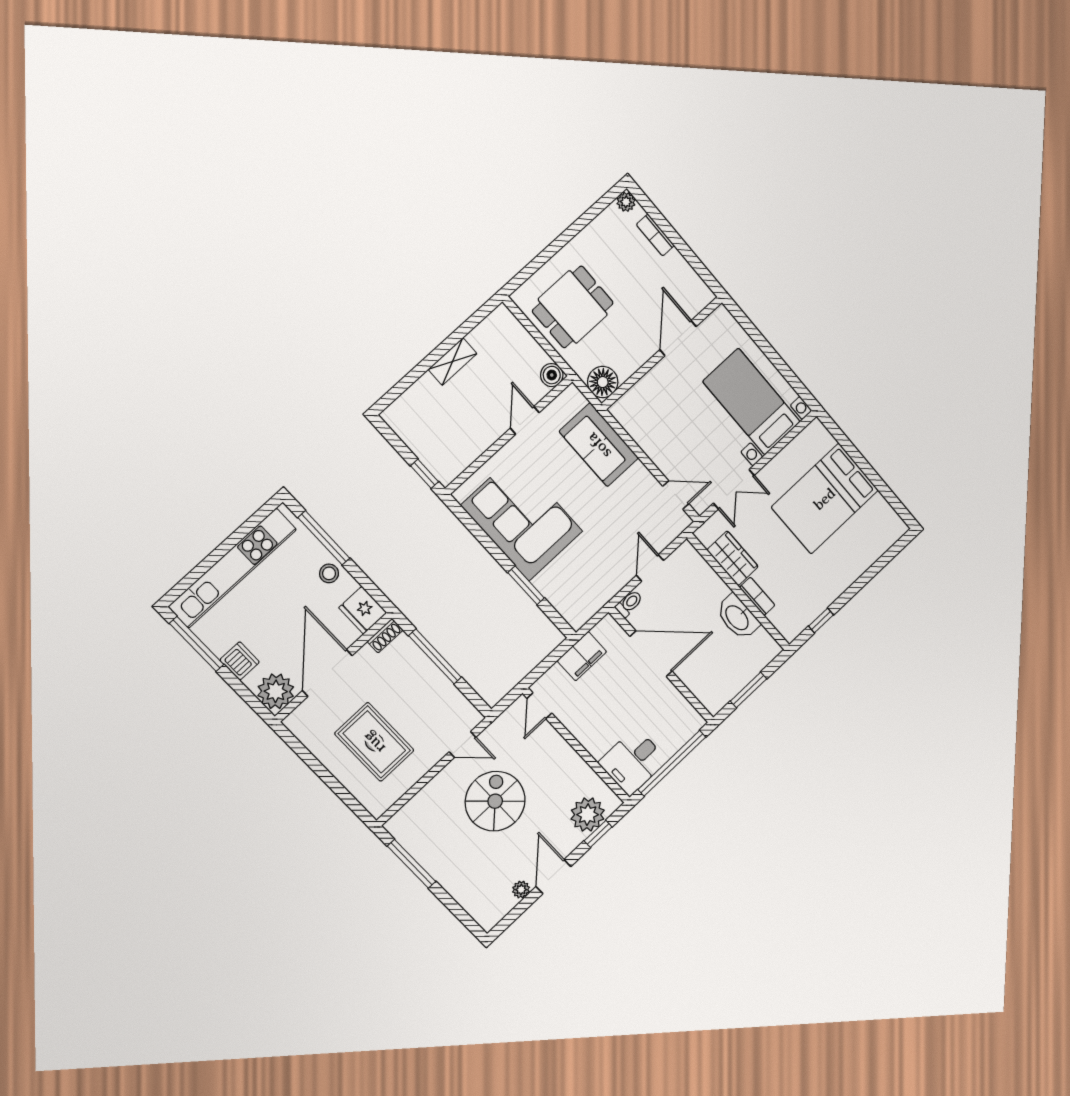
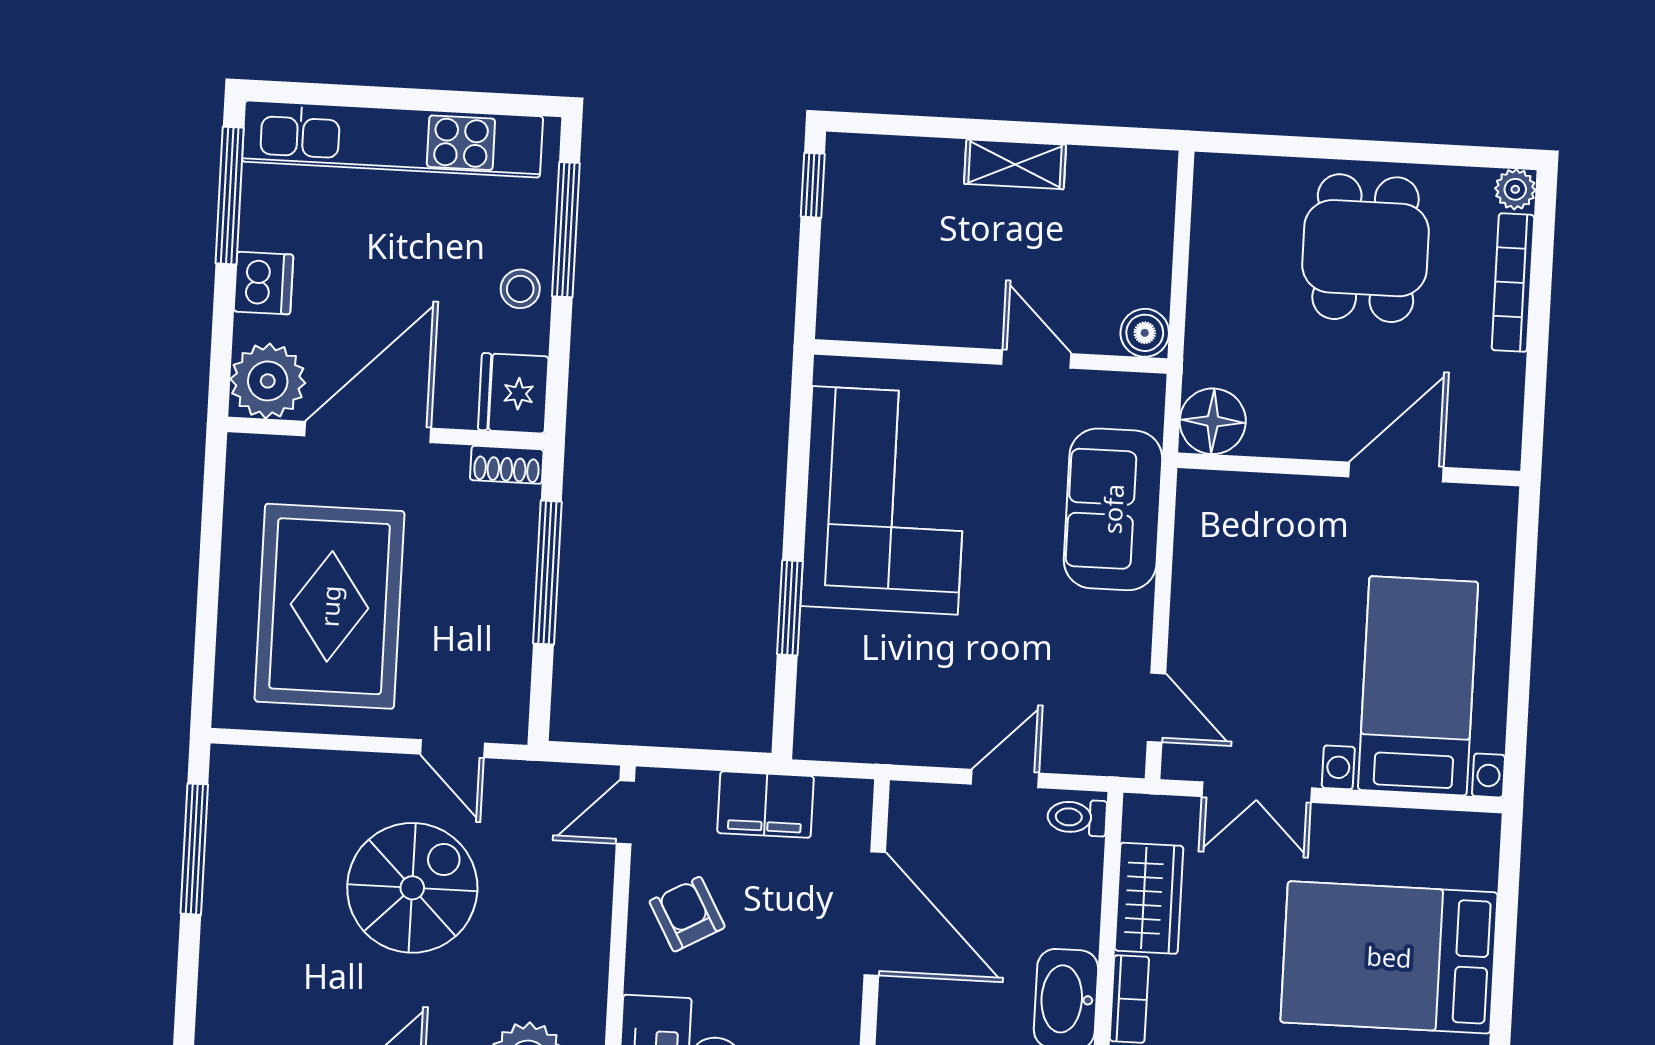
bookcase: (655, 235) -> (1513, 283), width x1.56
dining table: (573, 307) -> (1365, 248), moved, turned 90
door: (525, 420) -> (1036, 359), hinge flipped
window: (425, 474) -> (813, 185), moved
toilet: (629, 604) -> (1077, 817), moved, turned 180
armchair: (592, 717) -> (687, 914), added
rug: (374, 742) -> (330, 606), width x1.37, depth x1.44

